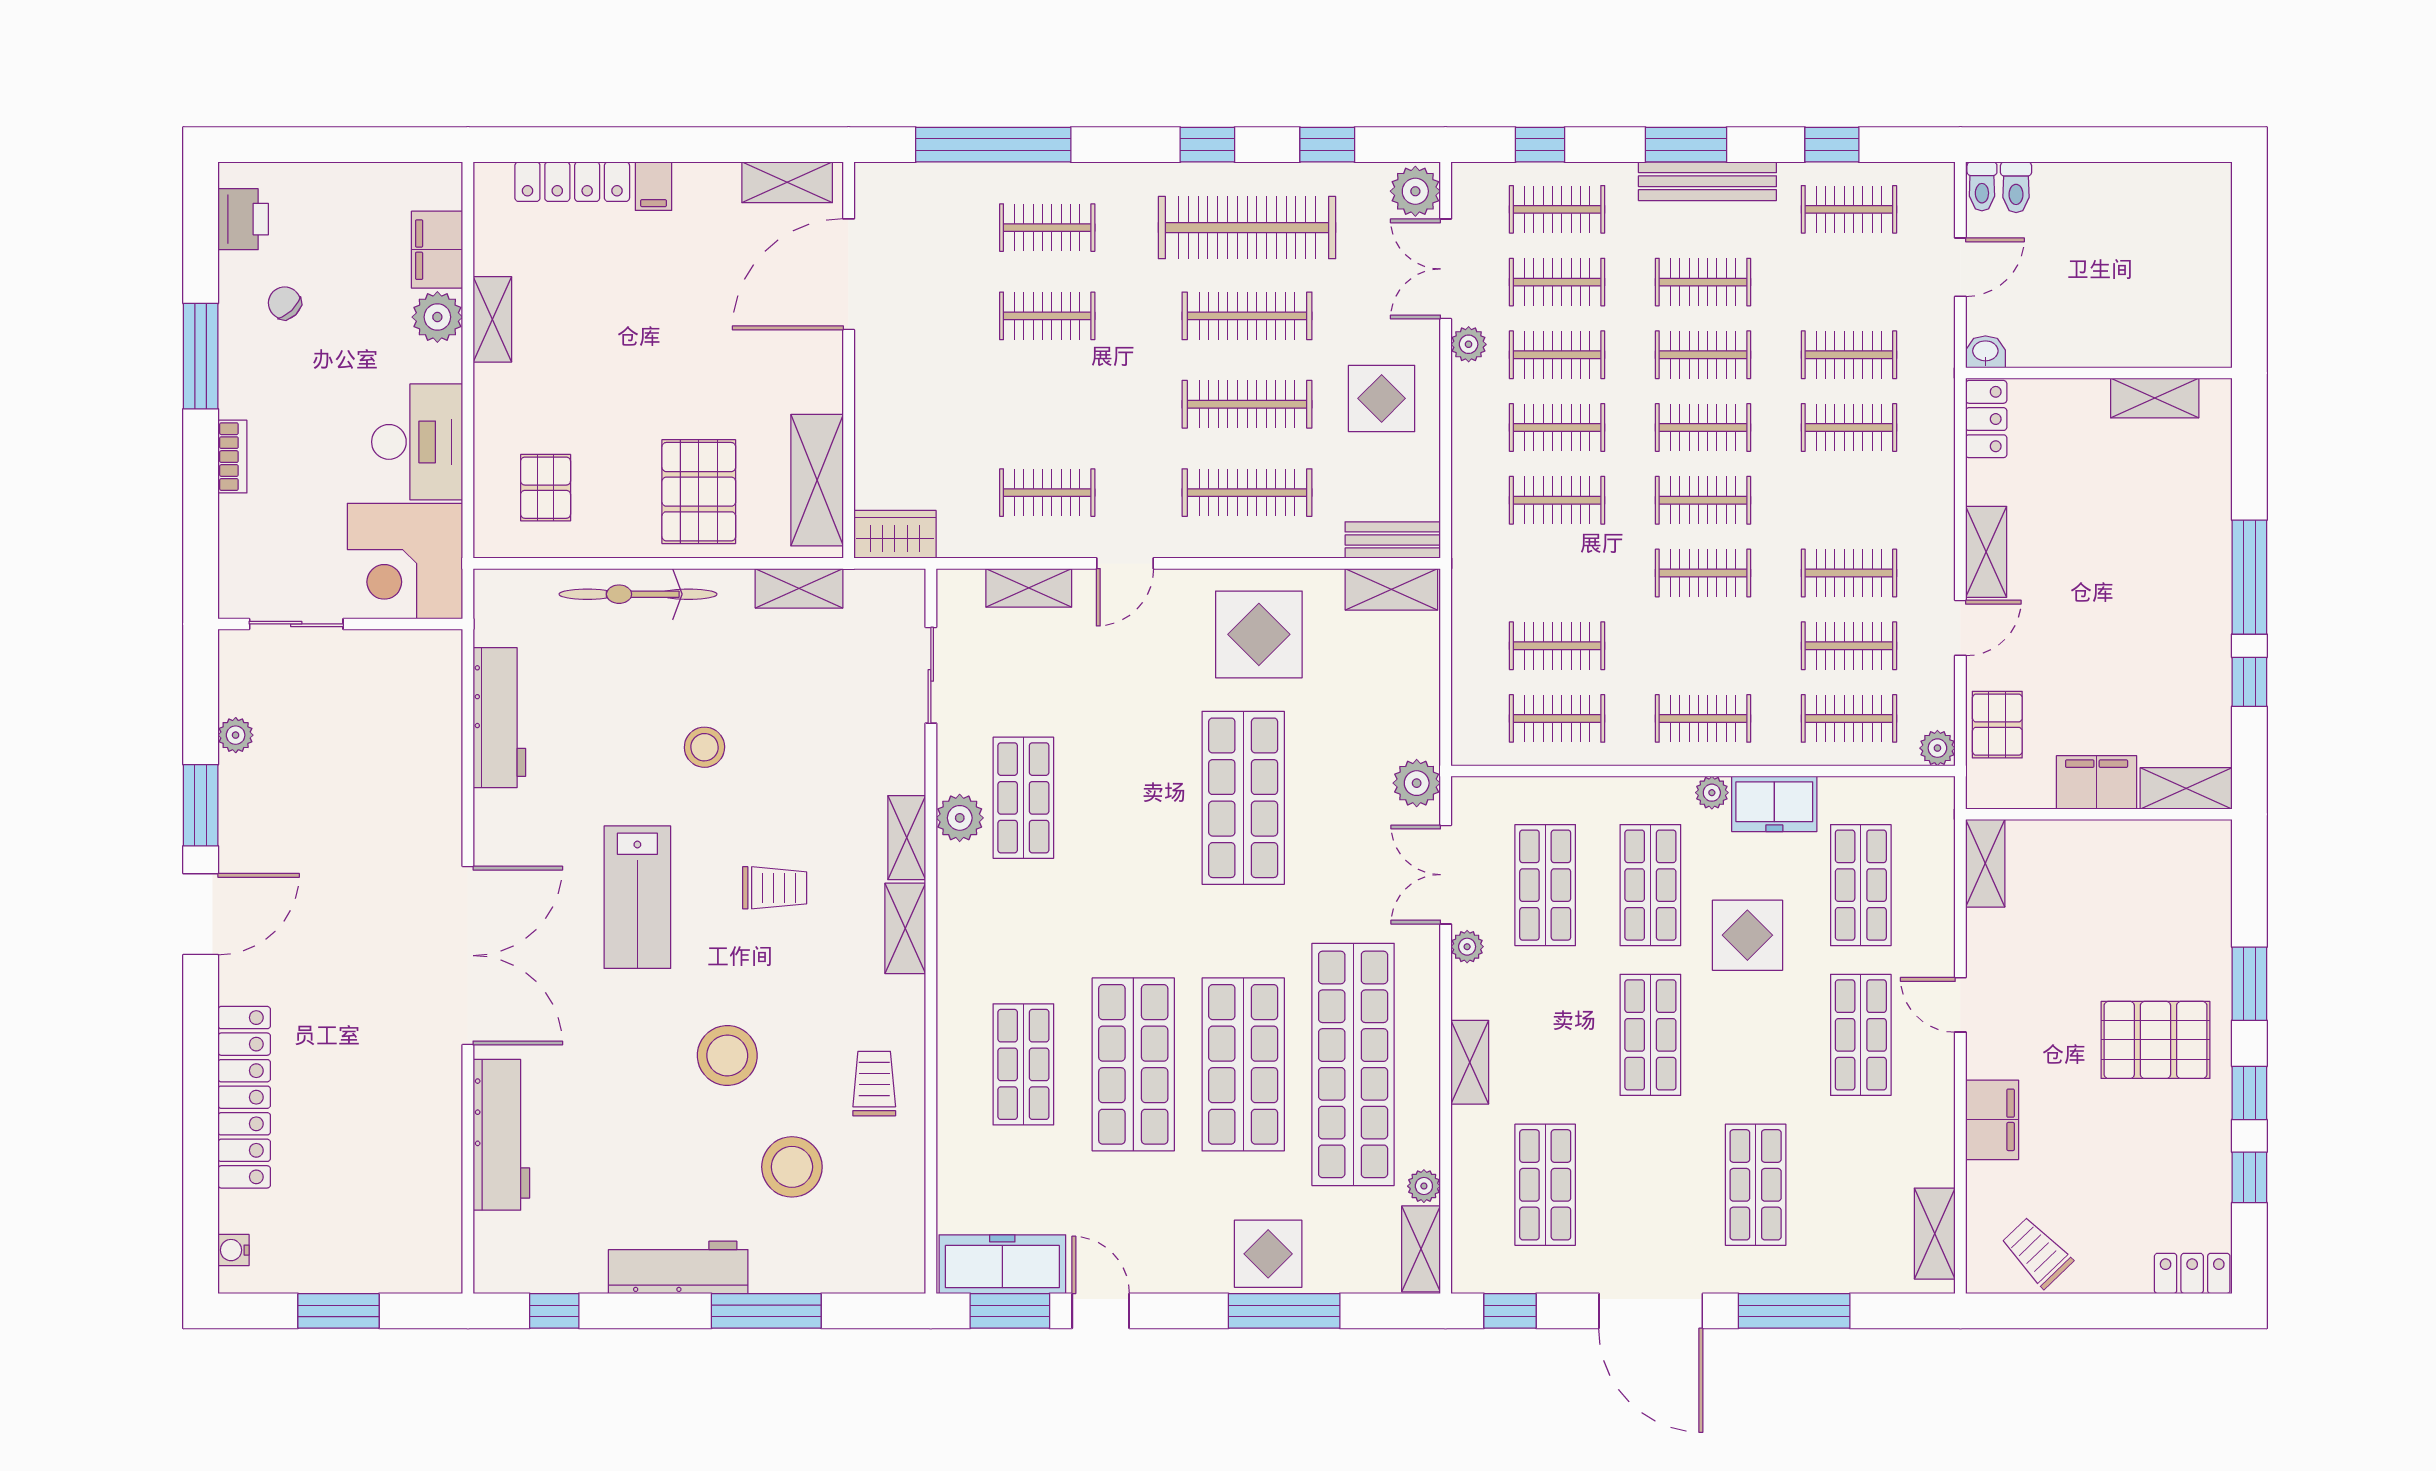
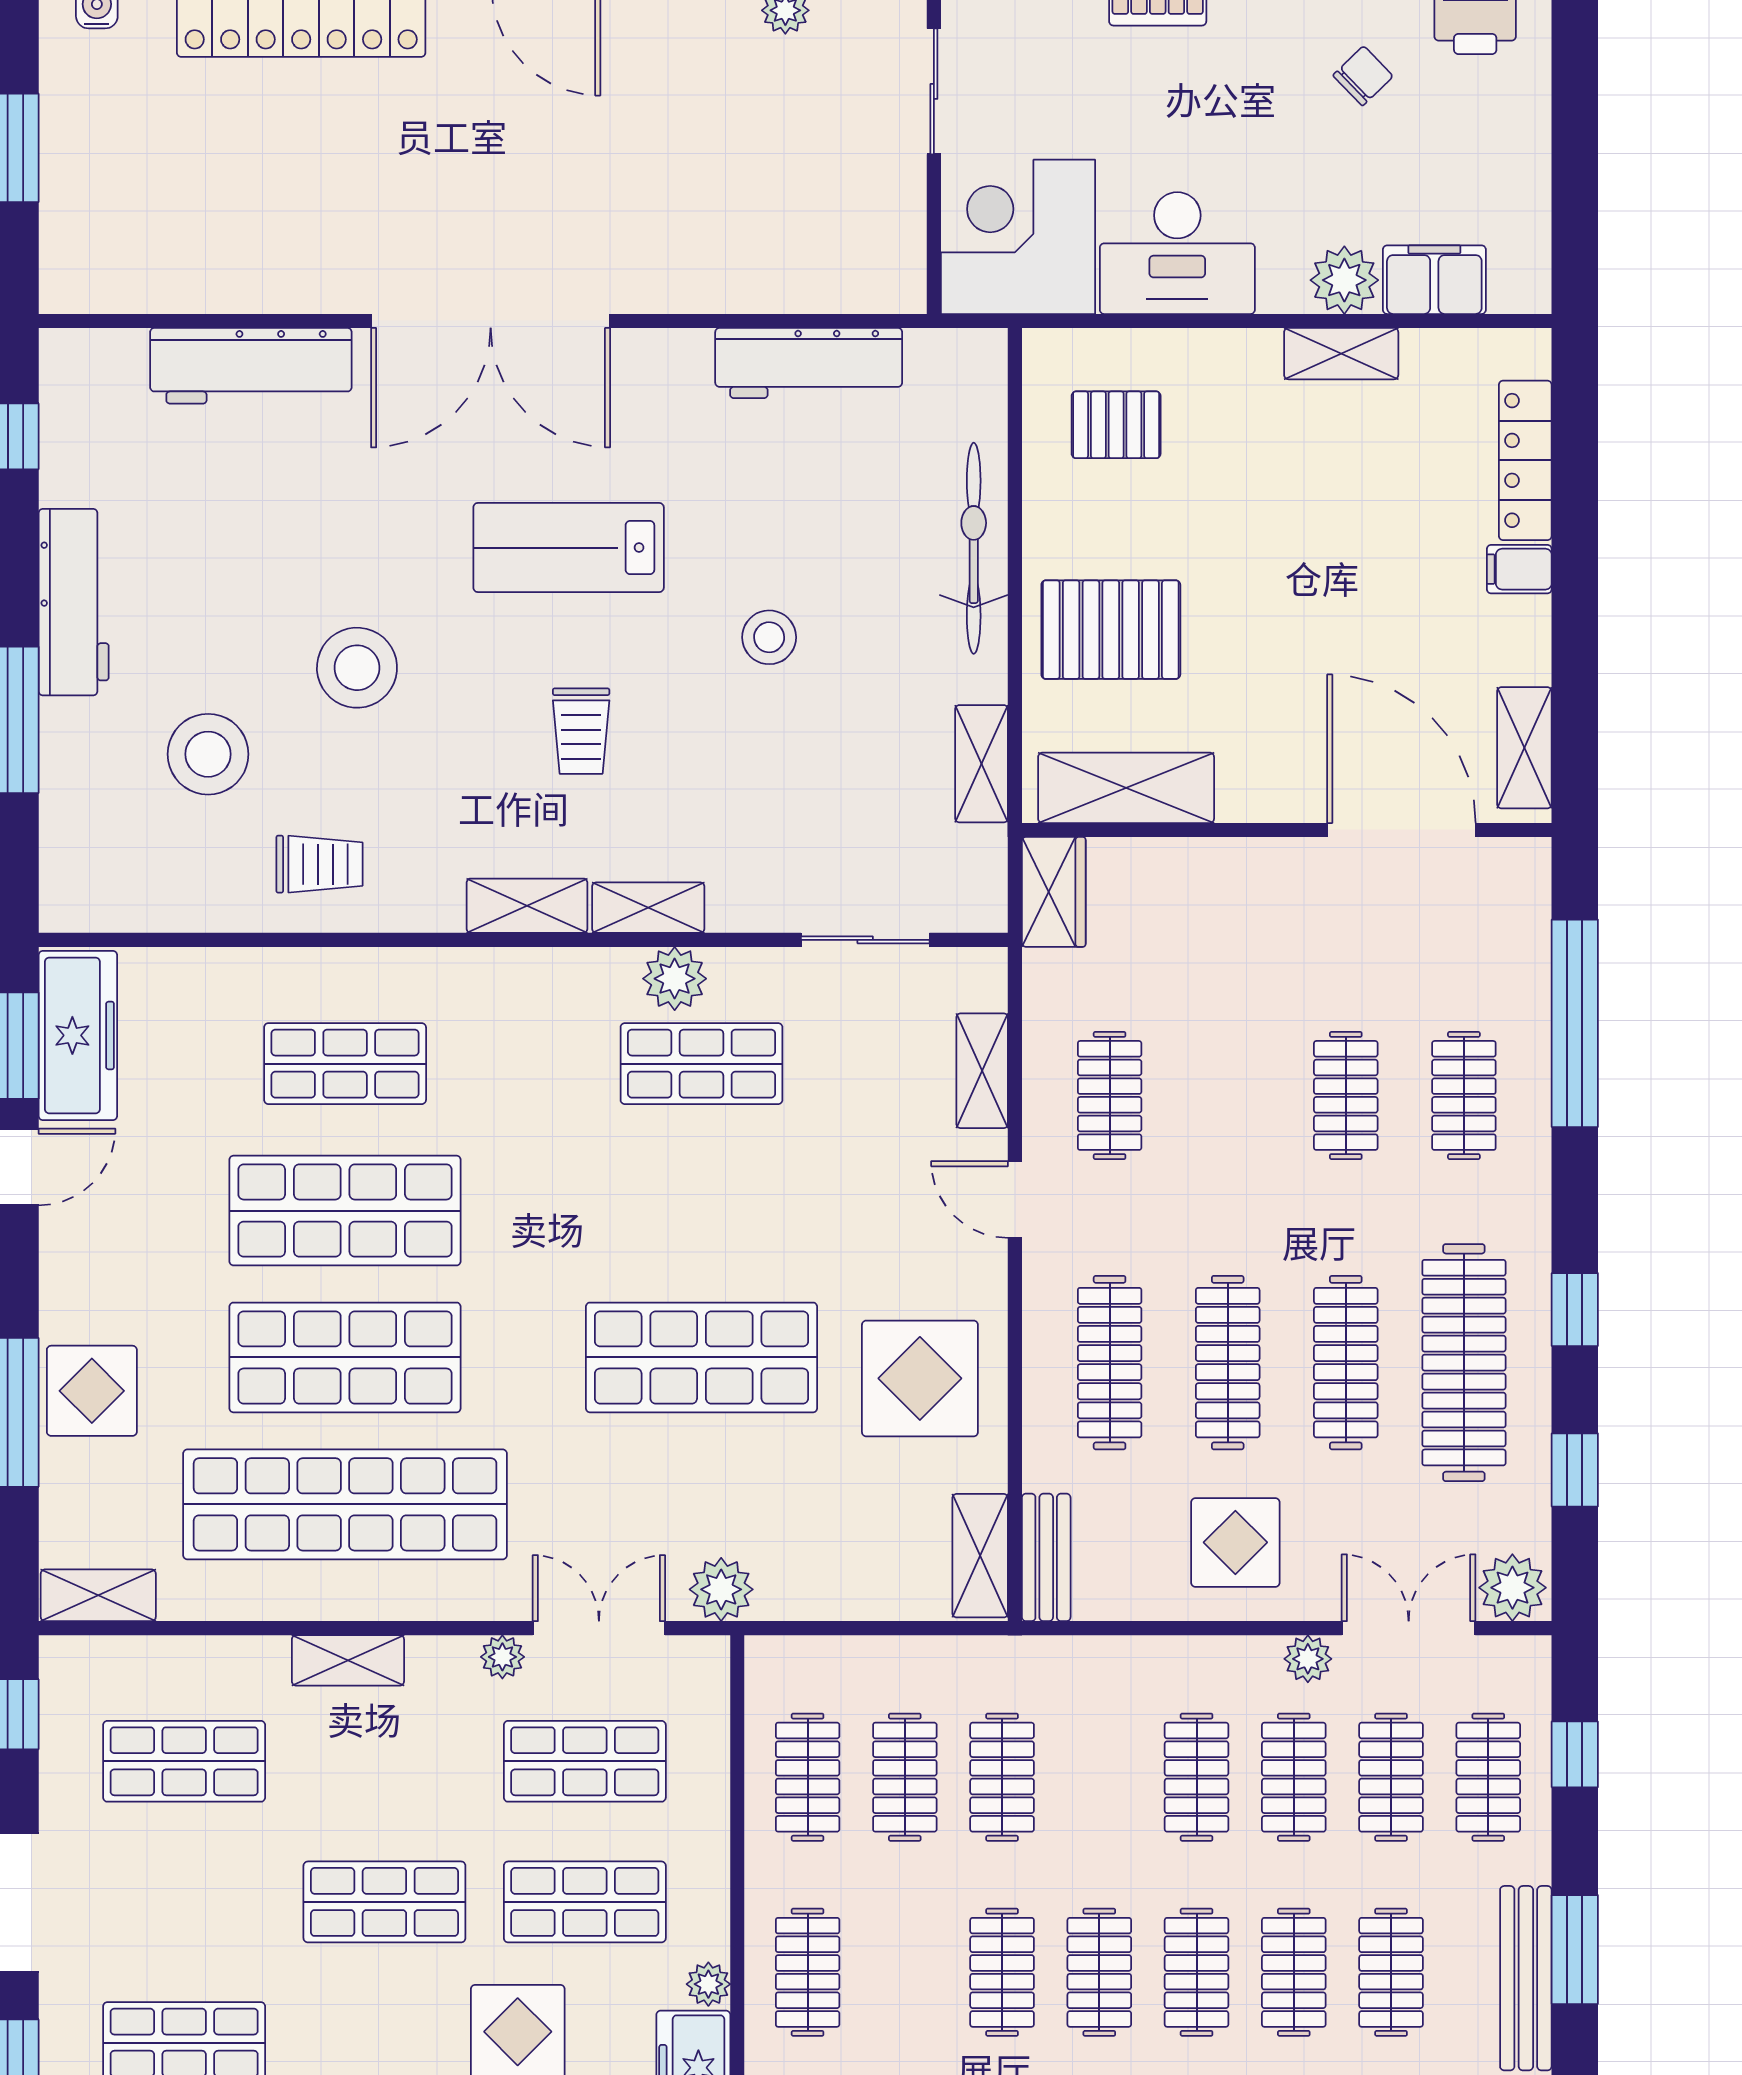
clothes rail: (1557, 500) -> (1002, 1777), moved
plant: (1424, 1186) -> (182, 1599), removed

